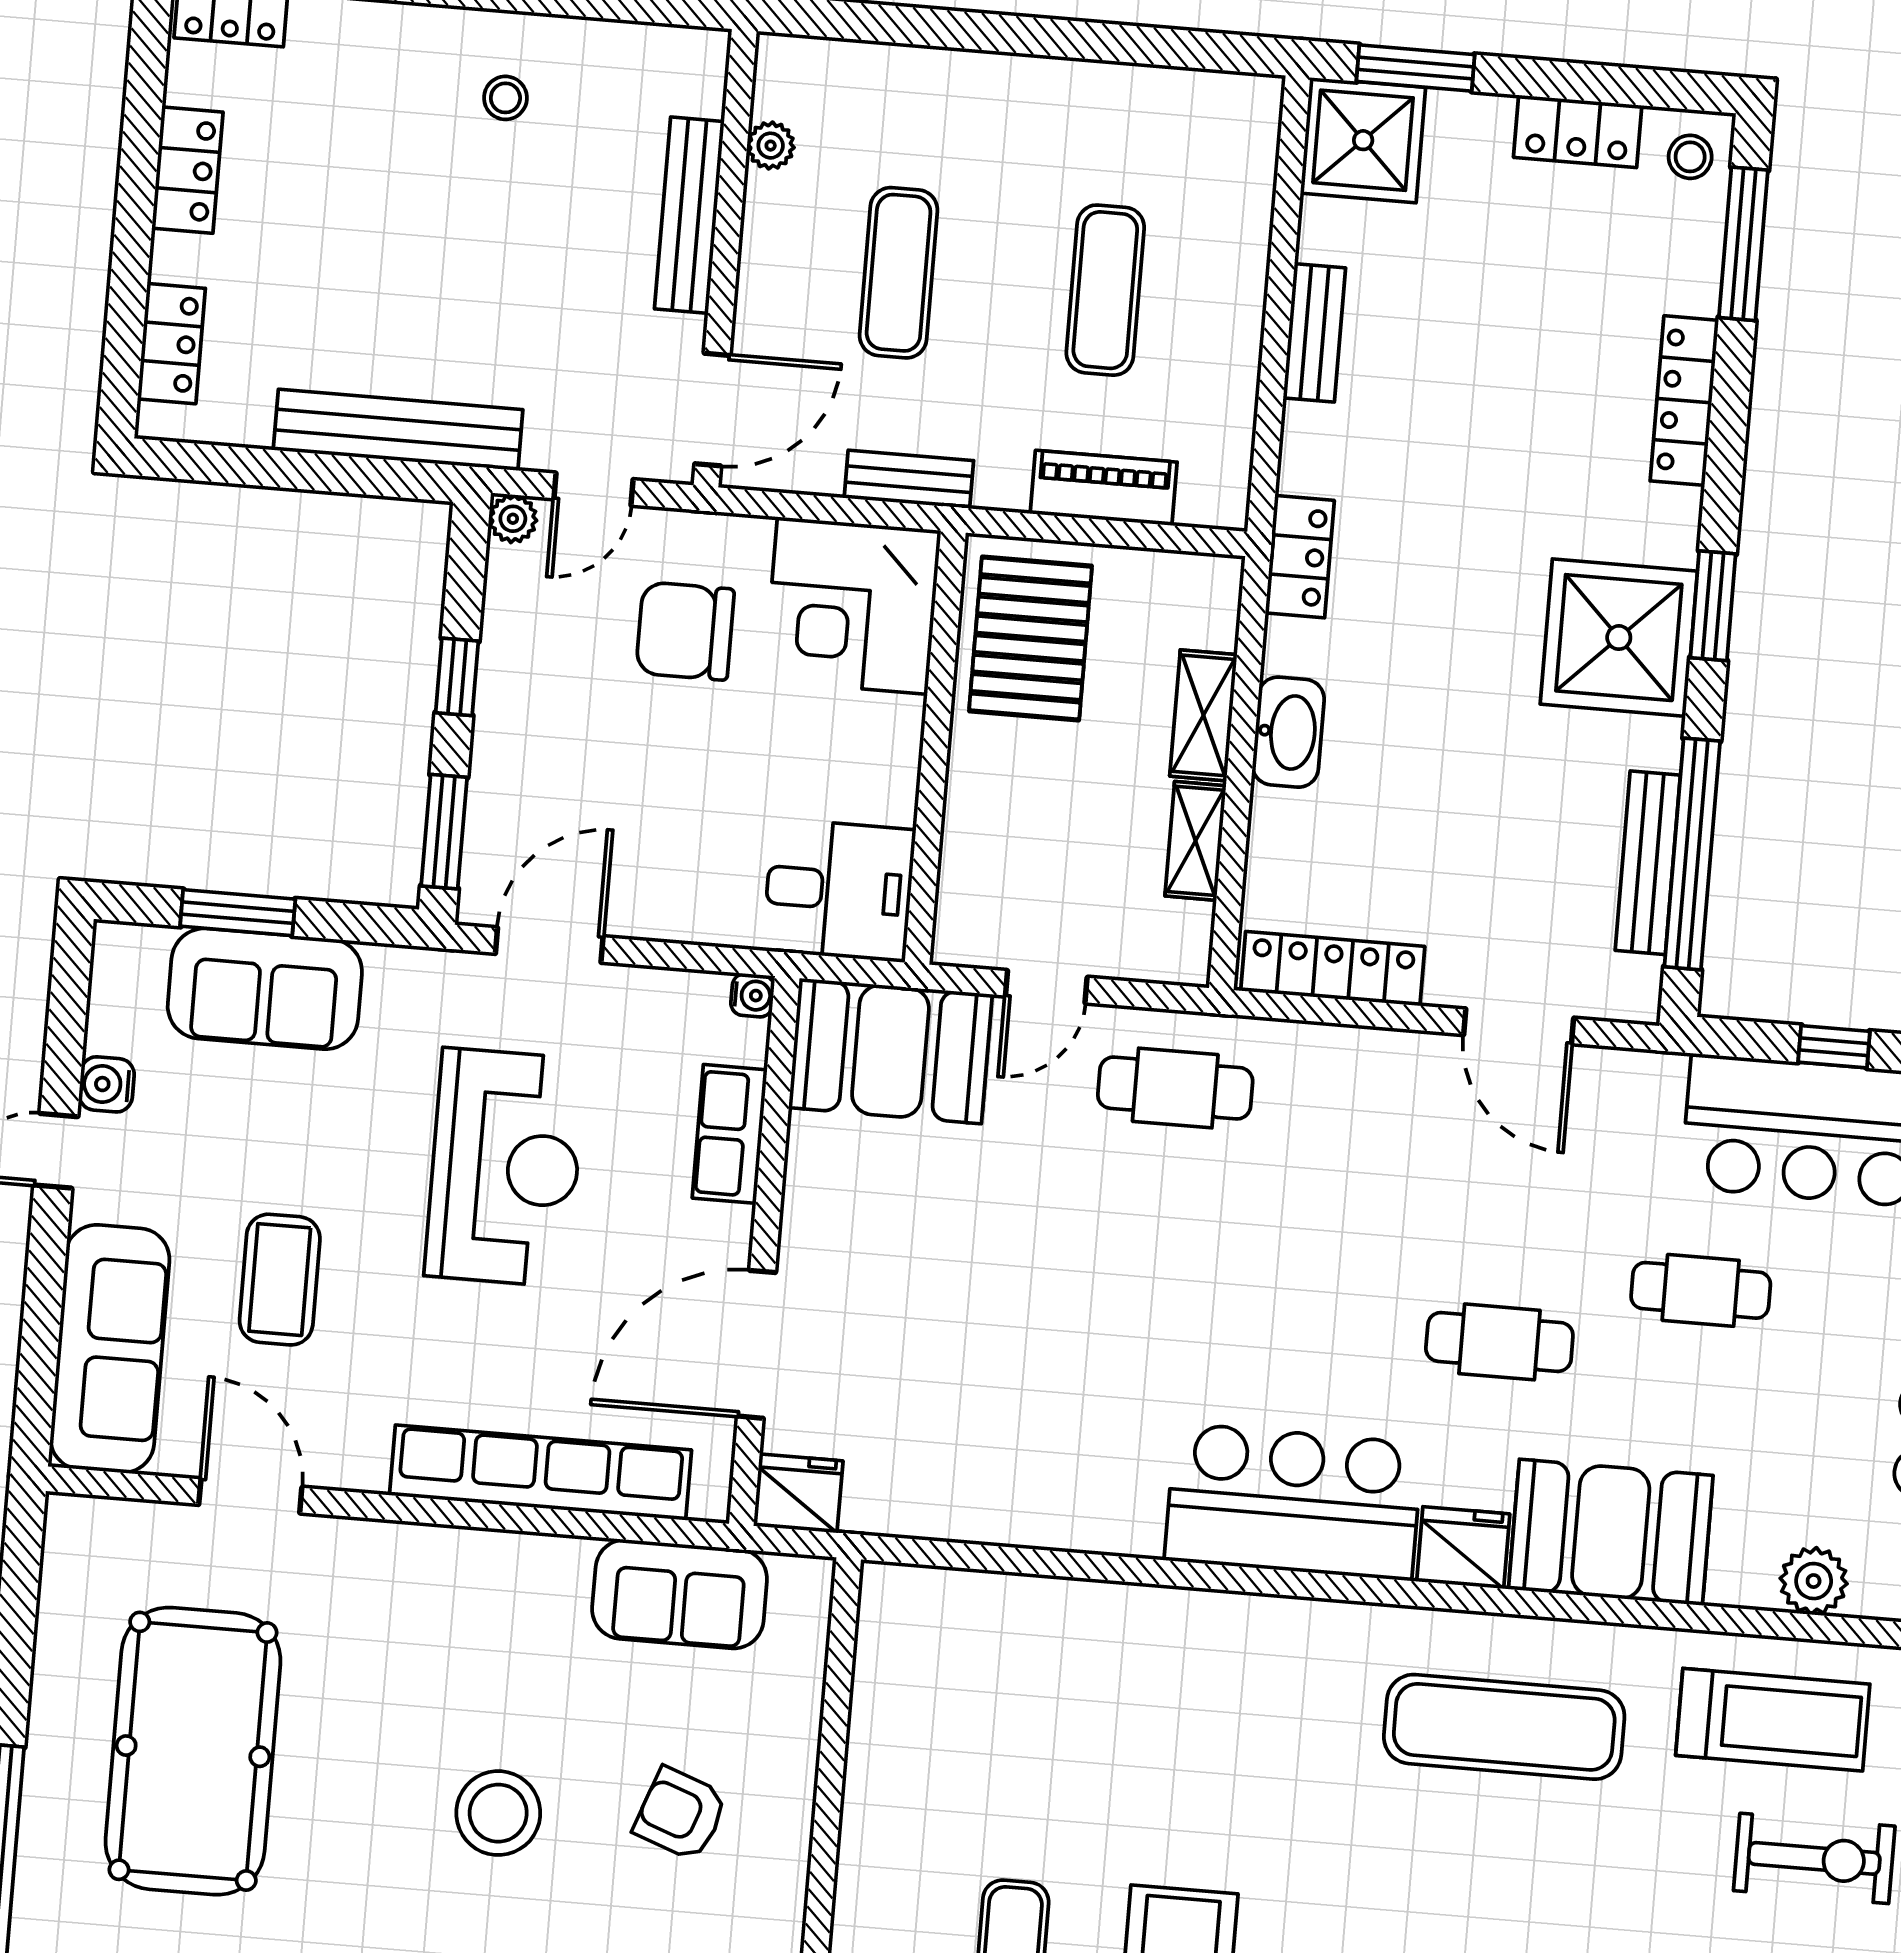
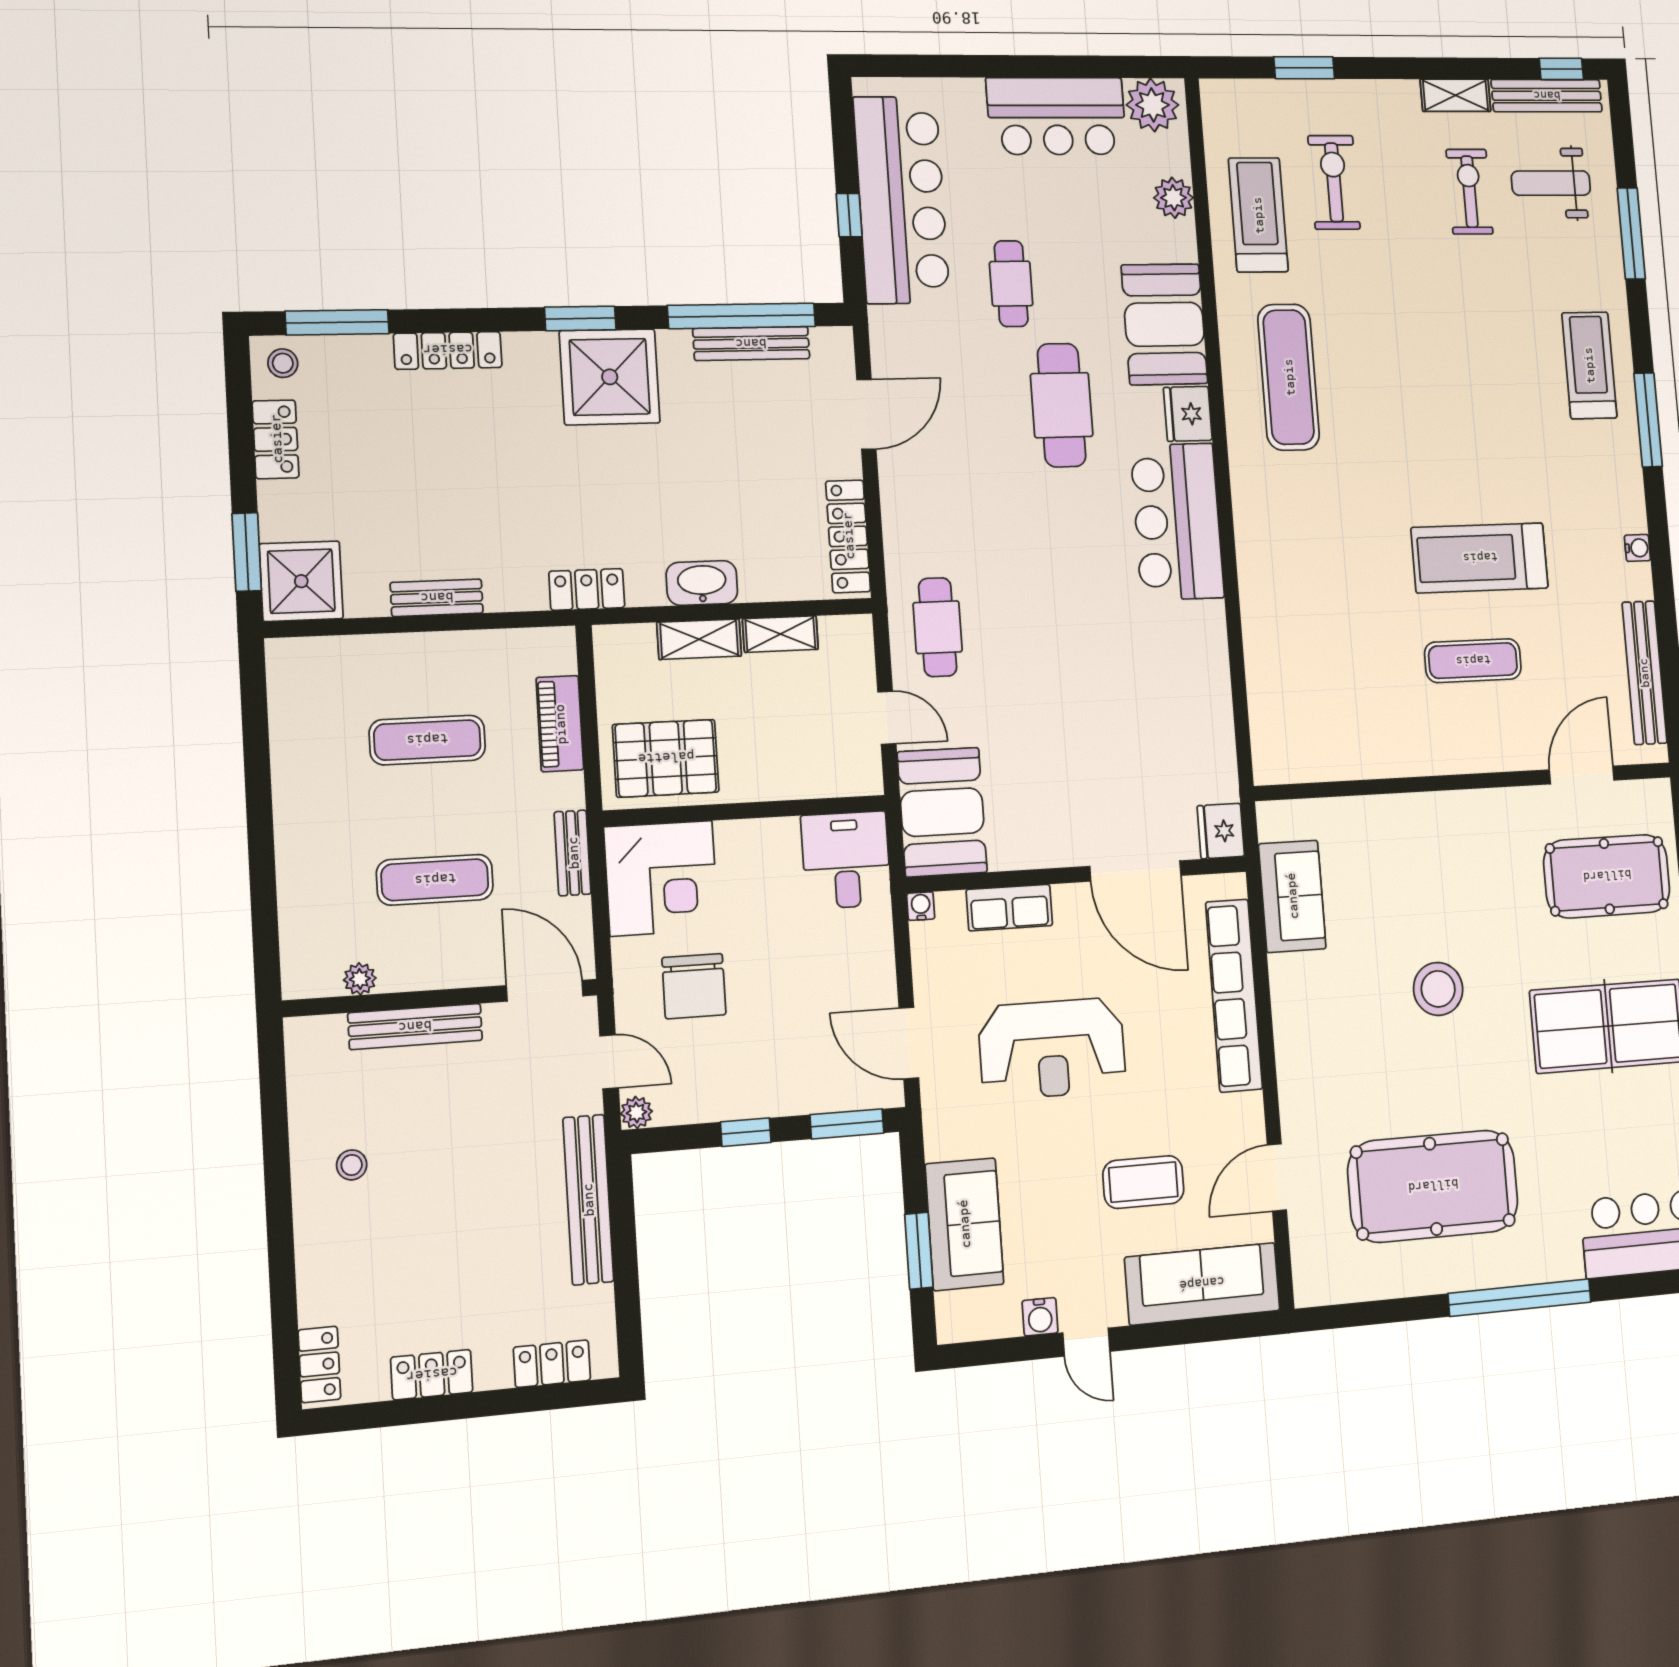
reception desk: (505, 1167) -> (1052, 1049), turned 180
cafe table: (1499, 1342) -> (1062, 405), width x1.37, depth x1.35
armchair: (681, 1814) -> (1420, 876), removed

